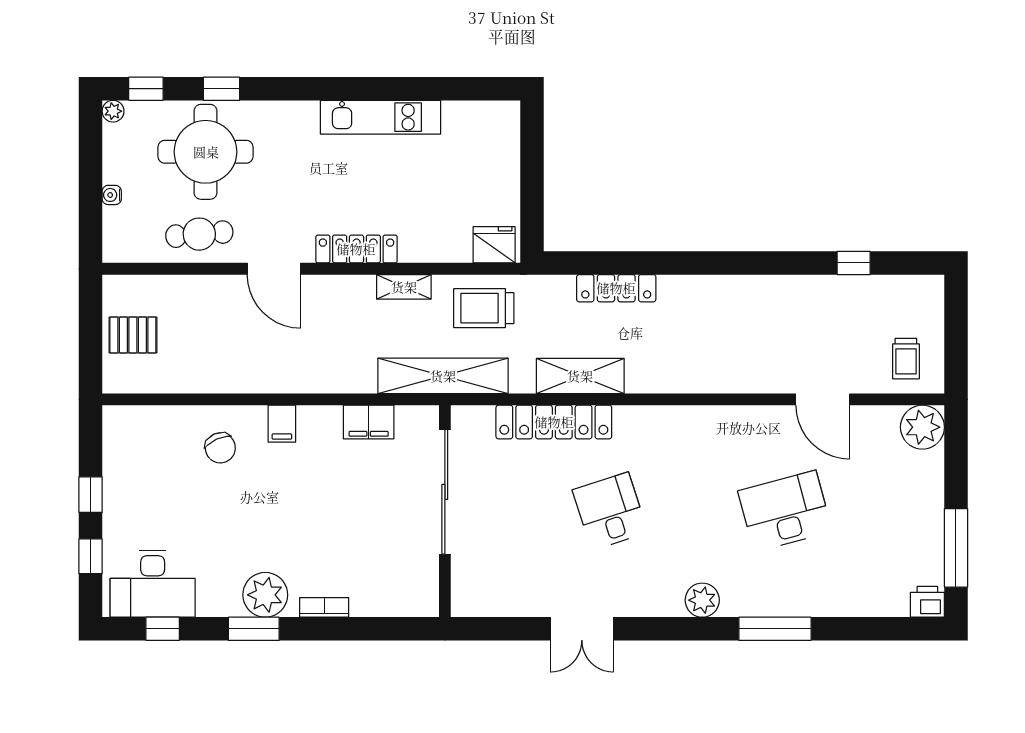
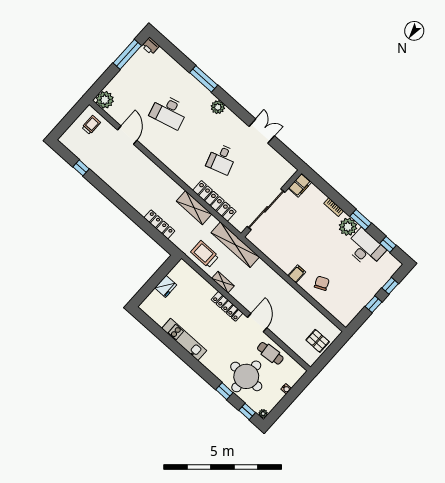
fridge: (494, 245) -> (166, 286), moved, turned -90
trolley: (484, 308) -> (205, 254), turned 180
filing cabinet: (369, 422) -> (300, 185), moved, turned 90
desk: (153, 584) -> (365, 248), moved

